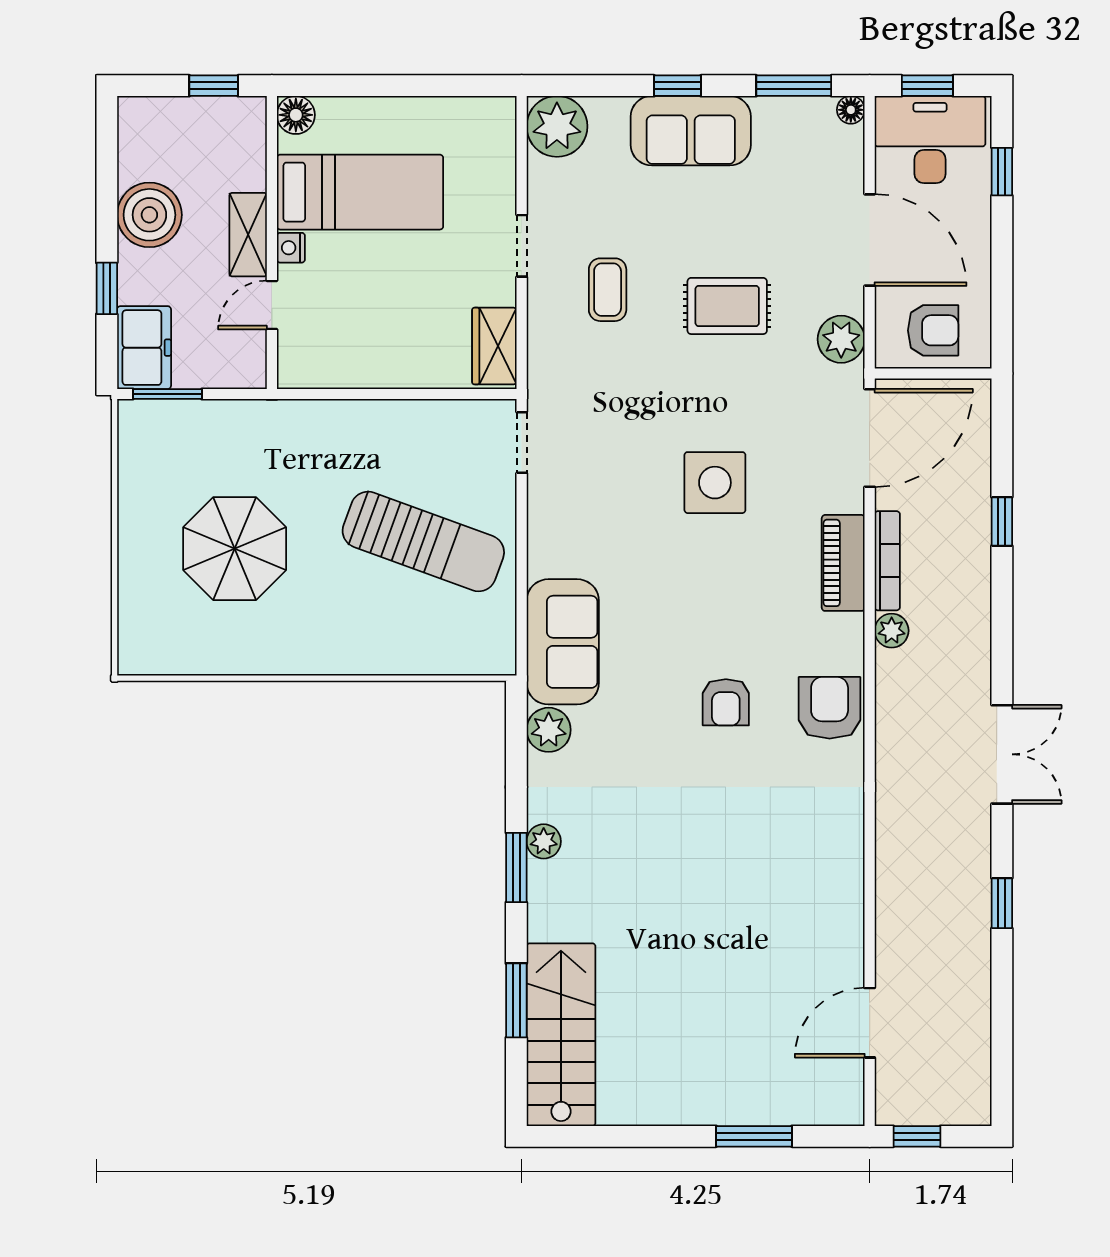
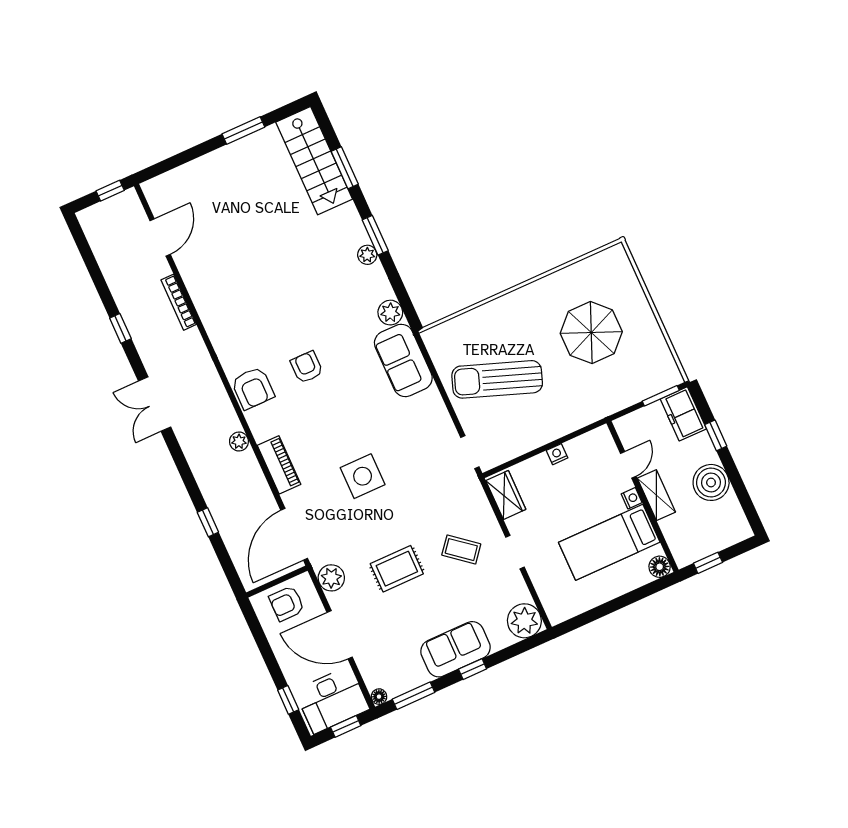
coffee table: (608, 290) -> (461, 550), turned -51
nightstand: (380, 375) -> (557, 454), added
bookcase: (887, 561) -> (179, 302), moved
window: (754, 1136) -> (243, 130), moved

